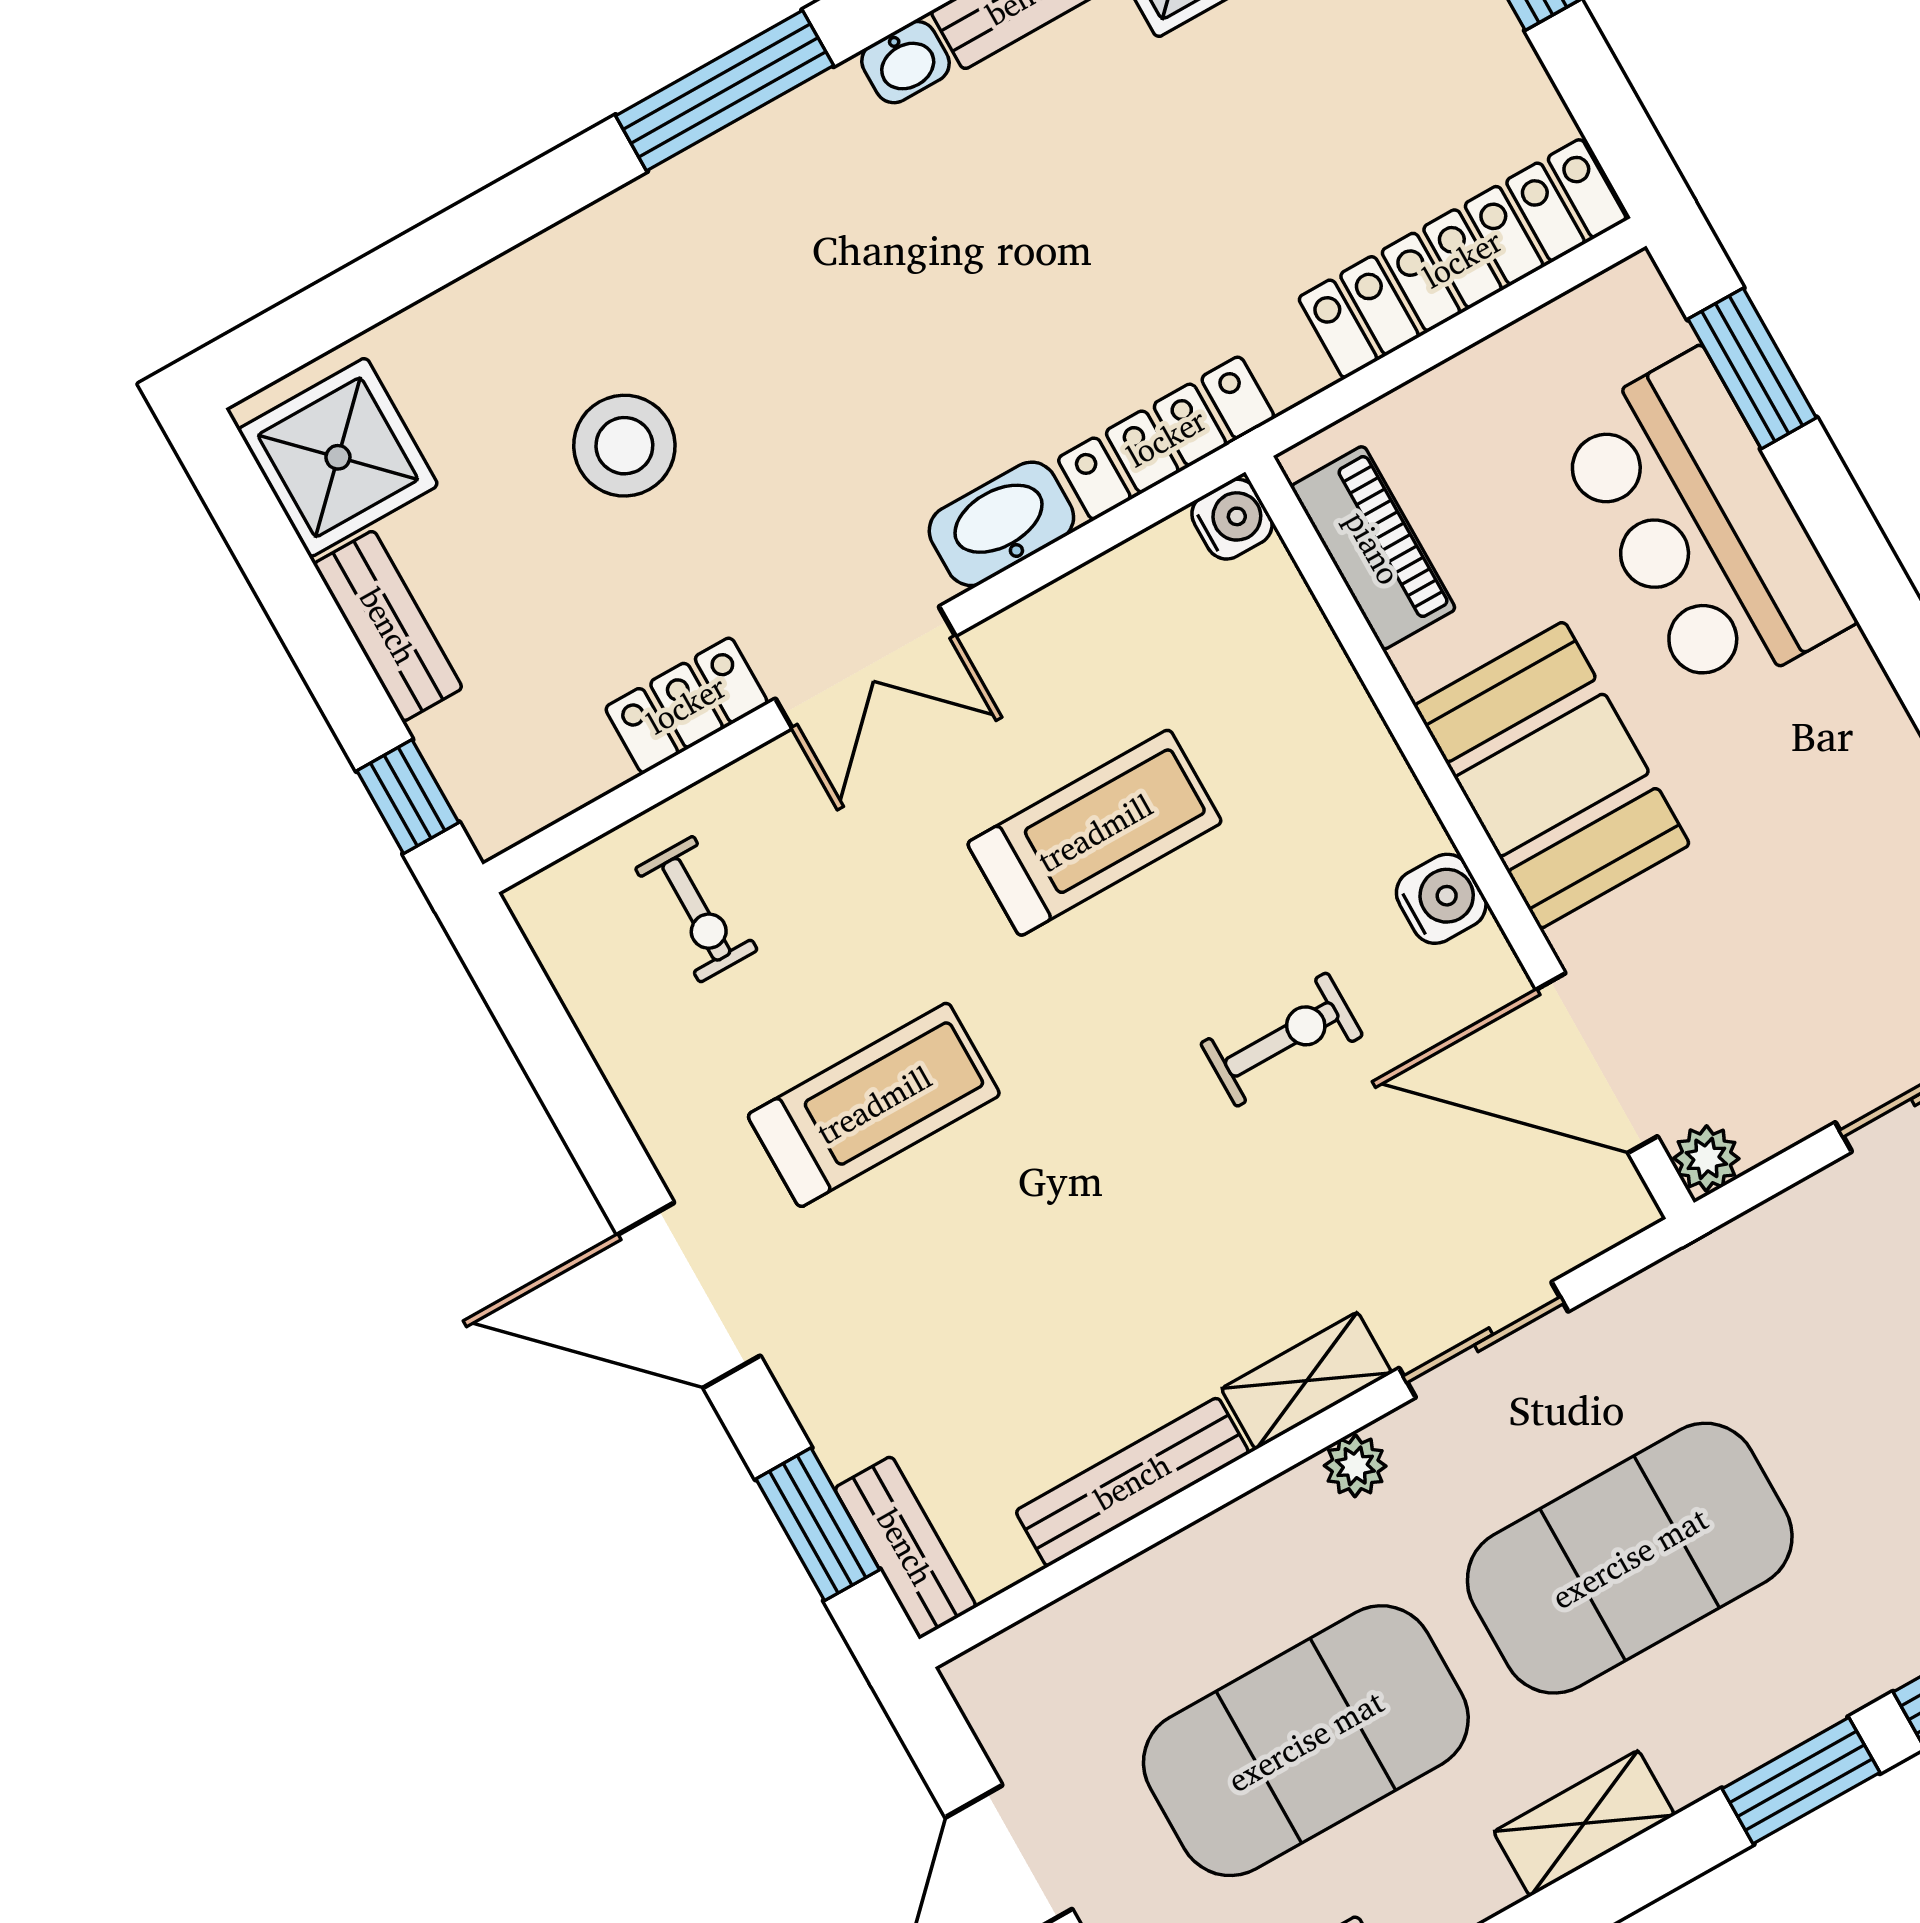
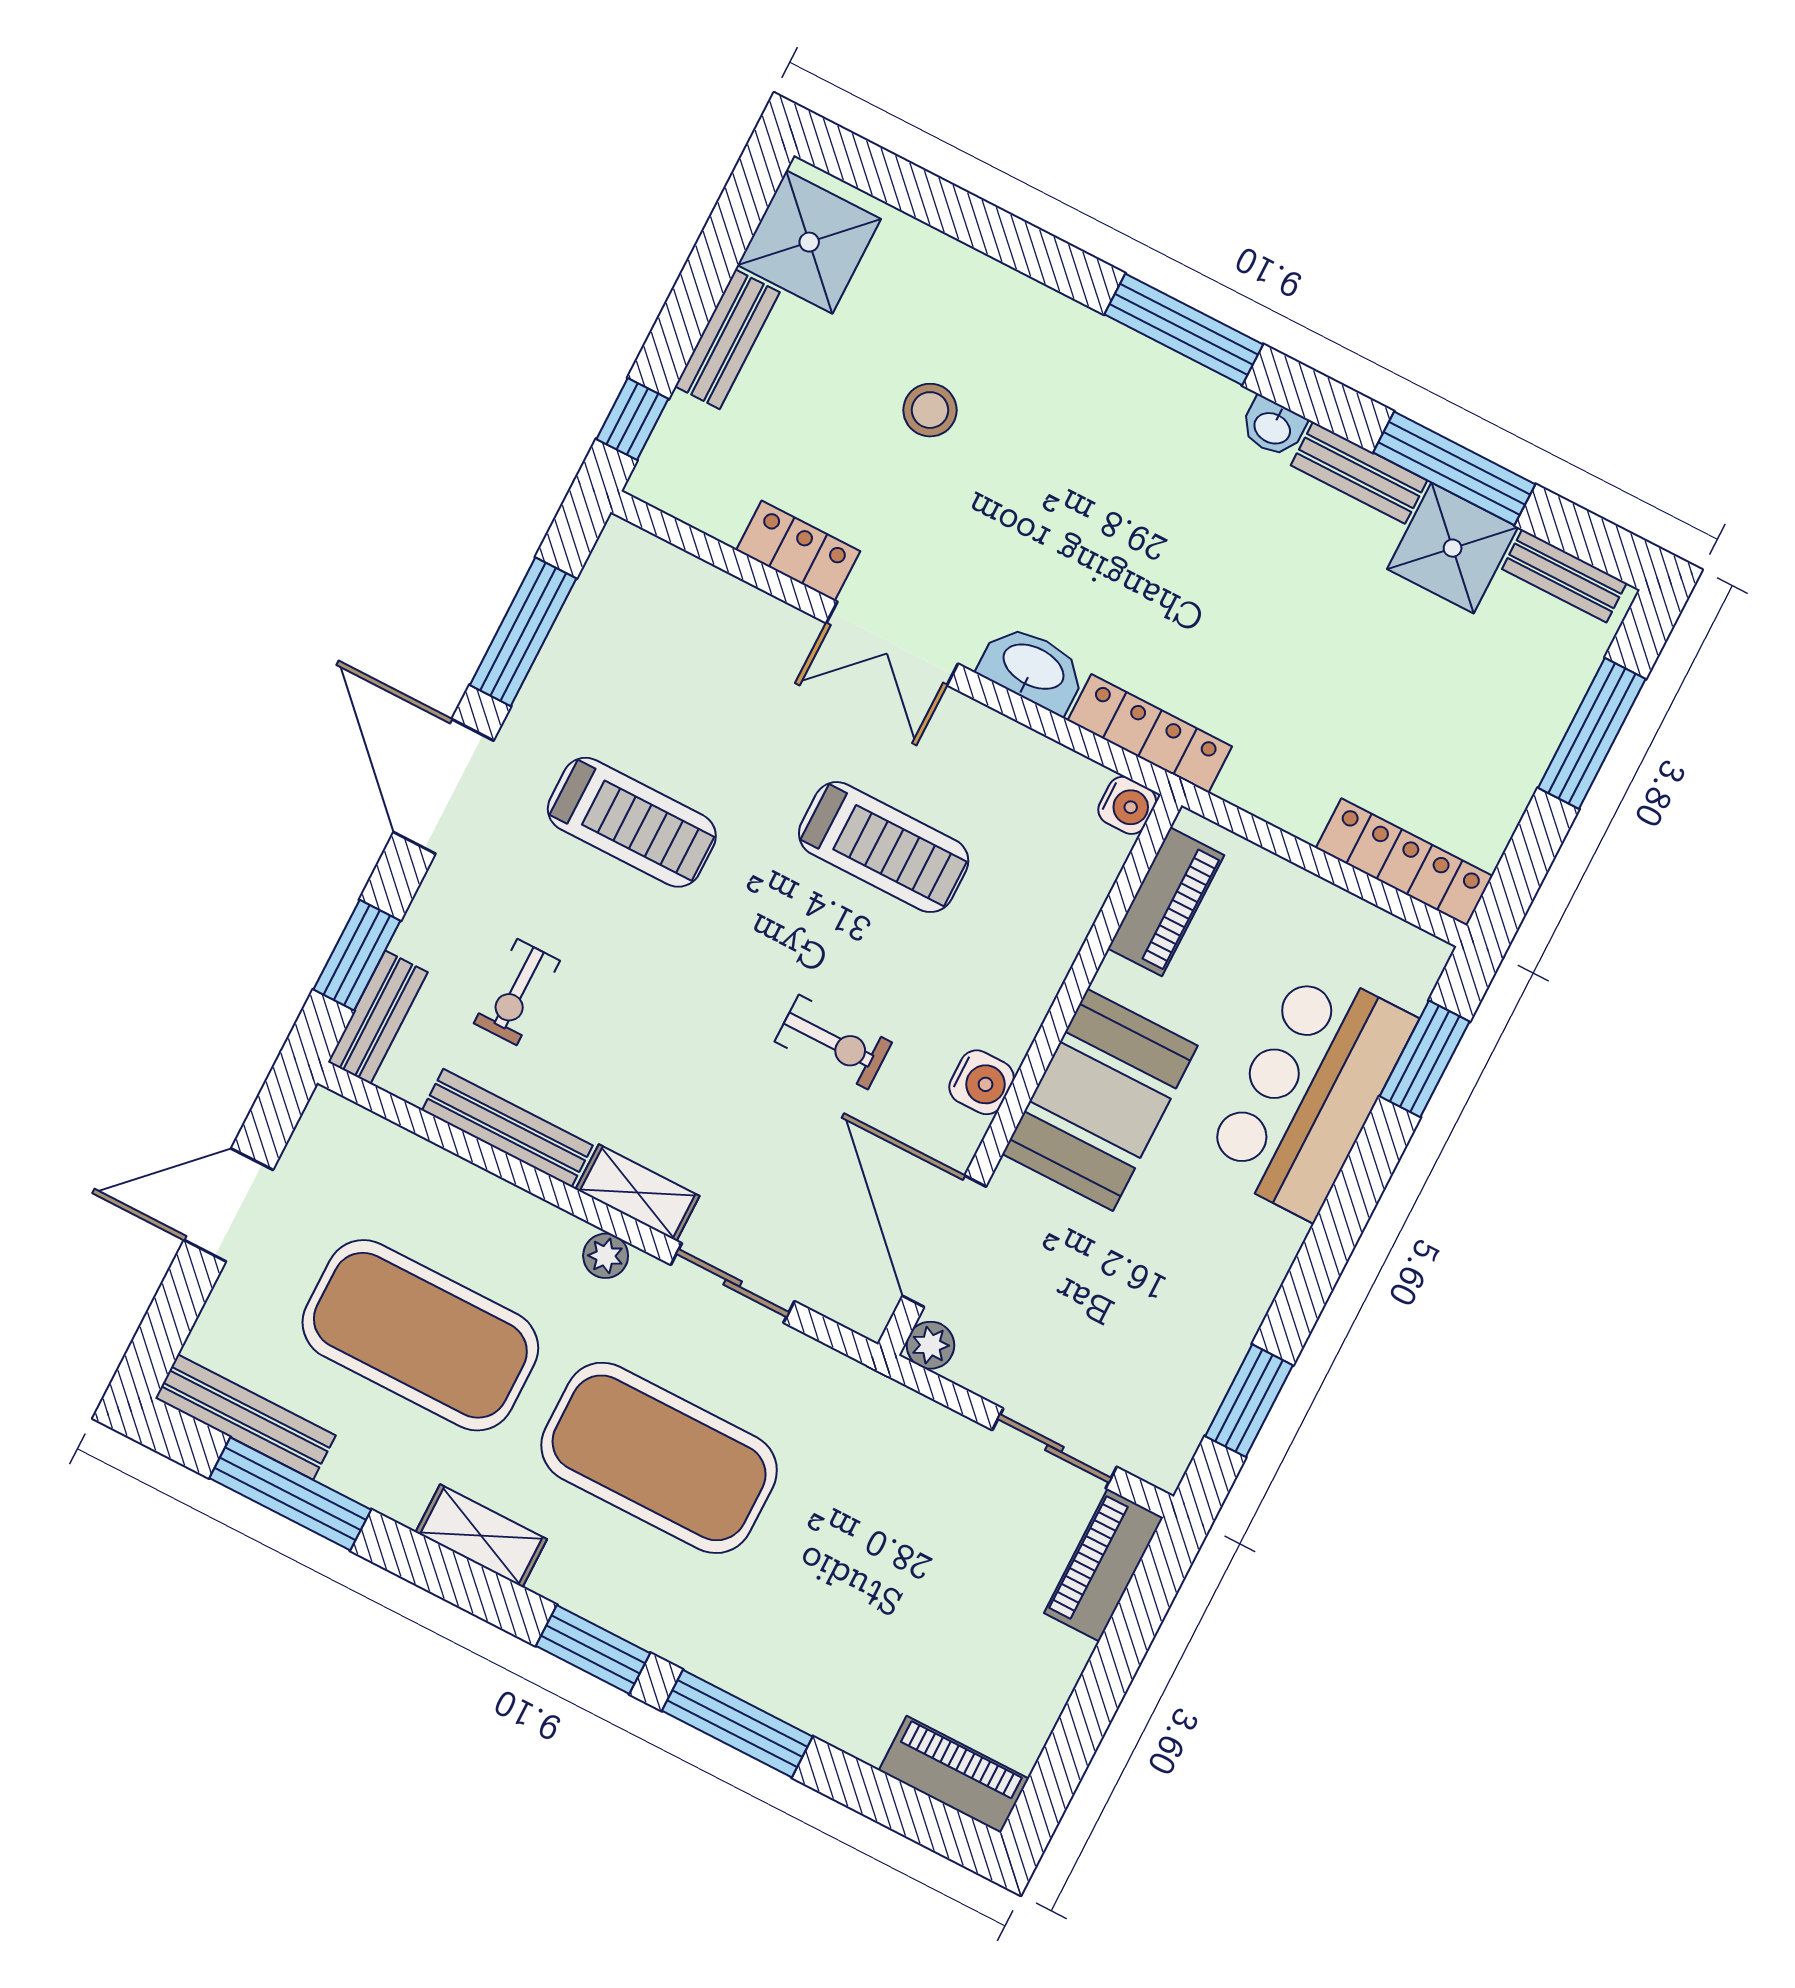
locker: (1462, 259) -> (1404, 862), width x0.71, depth x0.83
stool: (624, 446) -> (930, 410), width x0.73, depth x0.73
exercise bike: (696, 909) -> (517, 992), moved
window: (570, 1085) -> (523, 632), added

